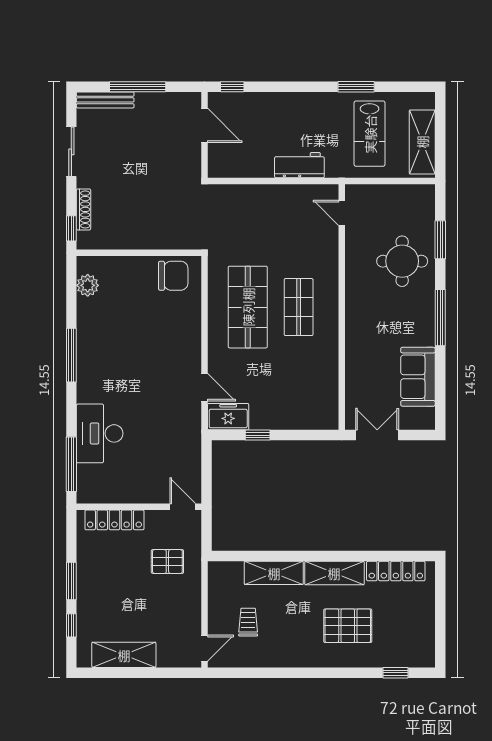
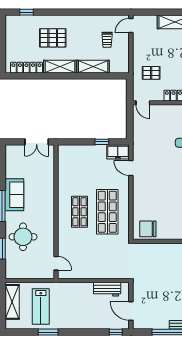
lab bench: (370, 134) -> (41, 306), turned 180
workbench: (299, 165) -> (107, 289), moved
sofa: (418, 377) -> (14, 195), moved

